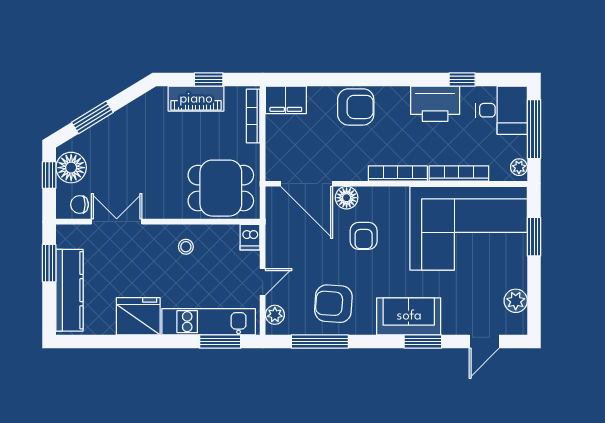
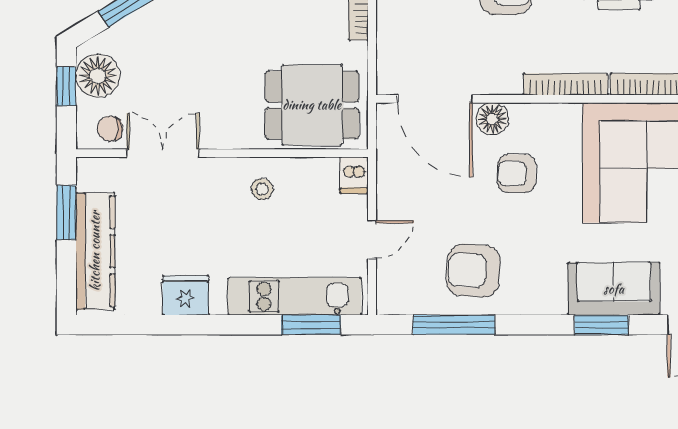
armchair: (364, 236) -> (517, 174), turned 90
plant: (275, 315) -> (389, 286), removed
fridge: (138, 316) -> (186, 295), width x0.73, depth x0.75
sofa: (409, 316) -> (614, 289), moved

